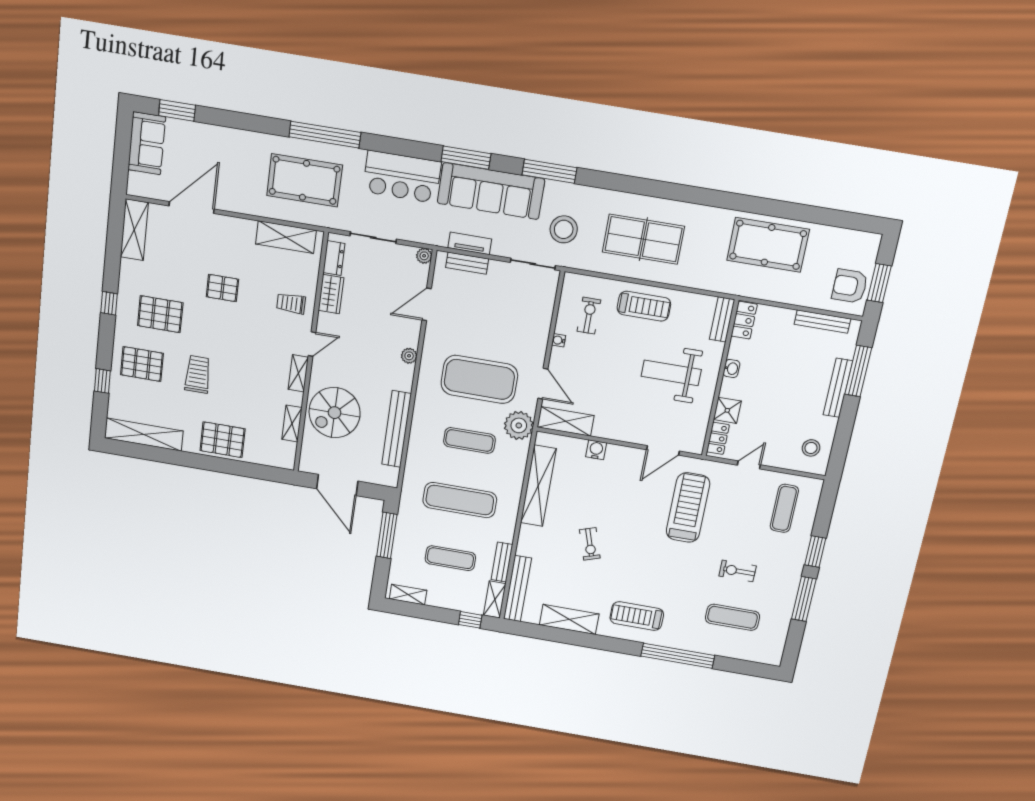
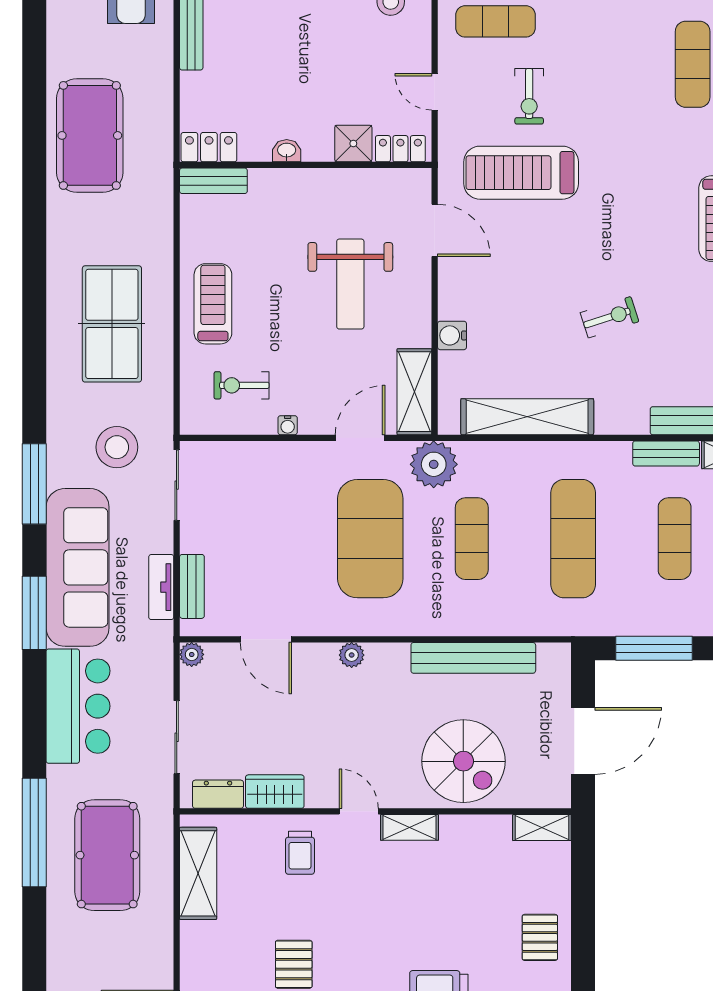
weight bench: (671, 373) -> (350, 284), moved
shelving: (292, 423) -> (542, 828), moved
pallet: (223, 440) -> (540, 937), width x0.67, depth x0.71
exercise bike: (738, 571) -> (529, 96), moved

